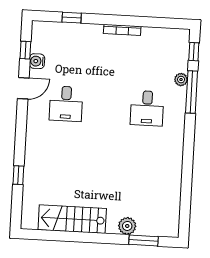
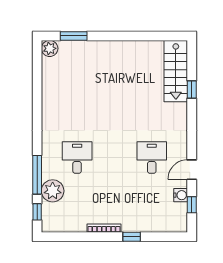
window: (72, 18) -> (132, 237), moved
plant: (181, 80) -> (53, 191), width x1.87, depth x1.87
stairs: (72, 219) -> (176, 71), moved, turned 90
plant: (127, 226) -> (50, 48), moved

